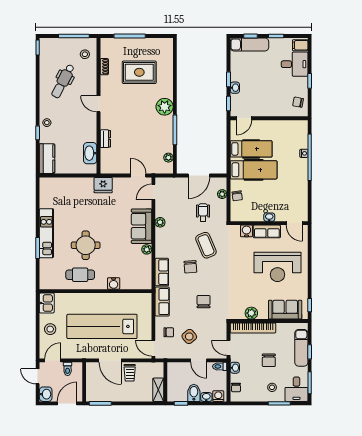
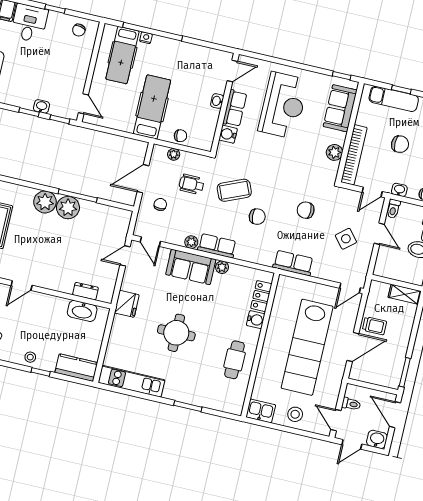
dresser: (105, 139) -> (85, 291), moved
hospital bed: (251, 149) -> (122, 55), moved, turned 180
plant: (168, 158) -> (68, 208), moved, width x1.88, depth x1.88
door: (199, 176) -> (143, 179), swing flipped
kitchen unit: (46, 233) -> (131, 381), moved
round table: (86, 245) -> (176, 333), moved
row of seats: (162, 272) -> (217, 246), moved
locker: (132, 284) -> (261, 296), added
chair: (169, 332) -> (160, 204), moved
door: (199, 360) -> (379, 234), hinge flipped

